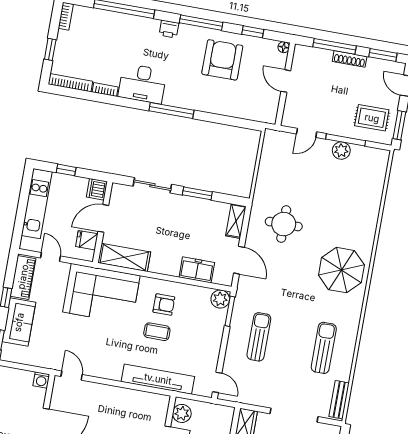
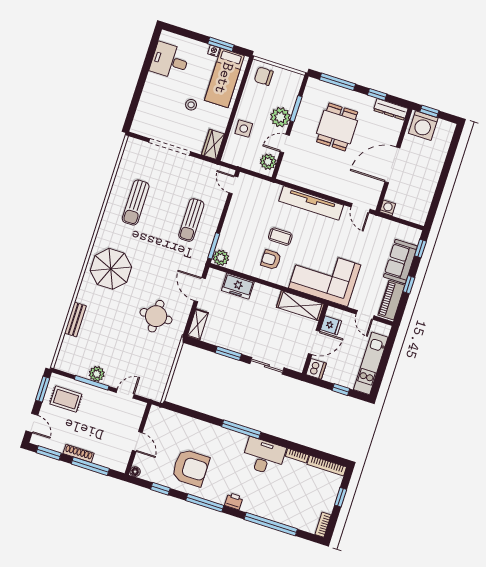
armchair: (222, 60) -> (191, 468), turned -90
tv unit: (158, 379) -> (311, 203), moved
bench: (339, 400) -> (75, 320), moved

